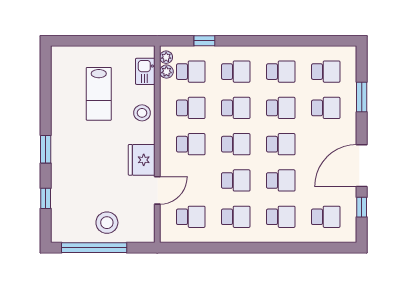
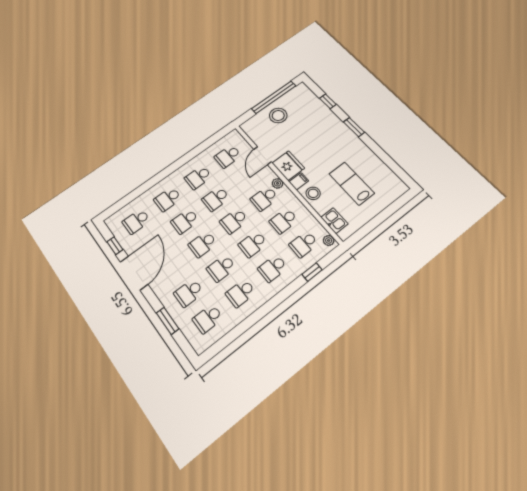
plant: (166, 72) -> (277, 183), moved
filing cabinet: (145, 136) -> (299, 181), added

